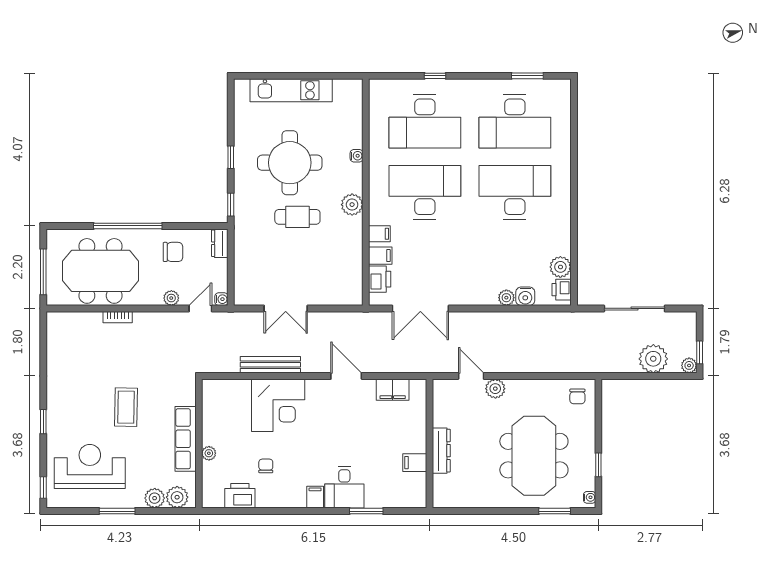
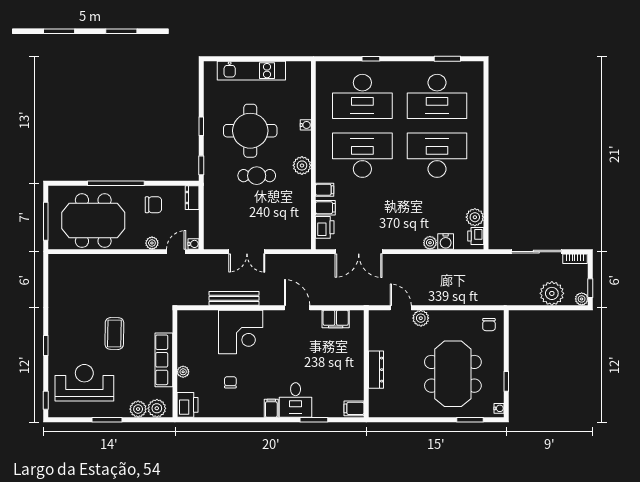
bookcase: (118, 317) -> (575, 259), moved
filing cabinet: (415, 463) -> (354, 408), moved
printer: (240, 496) -> (187, 405), moved, turned 90

